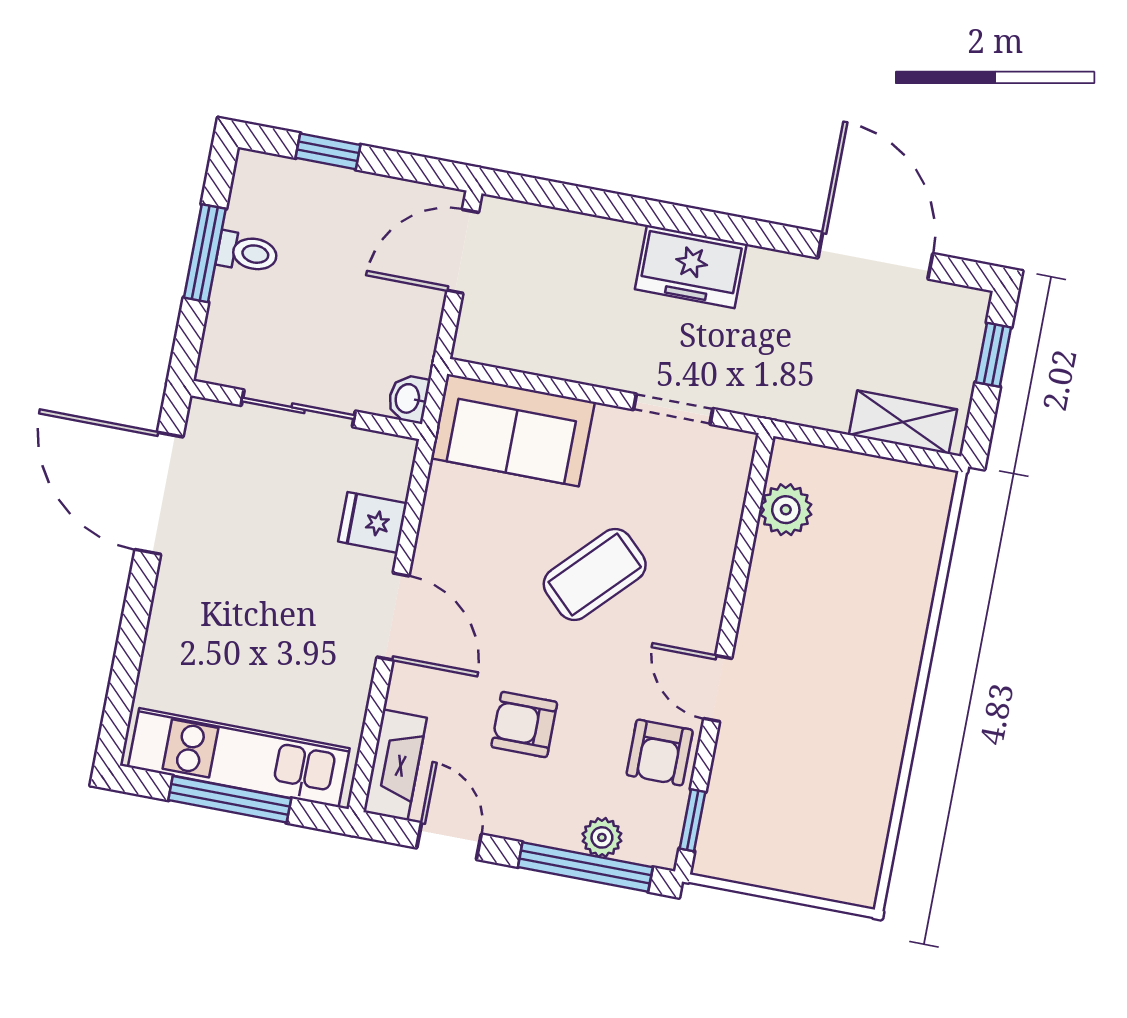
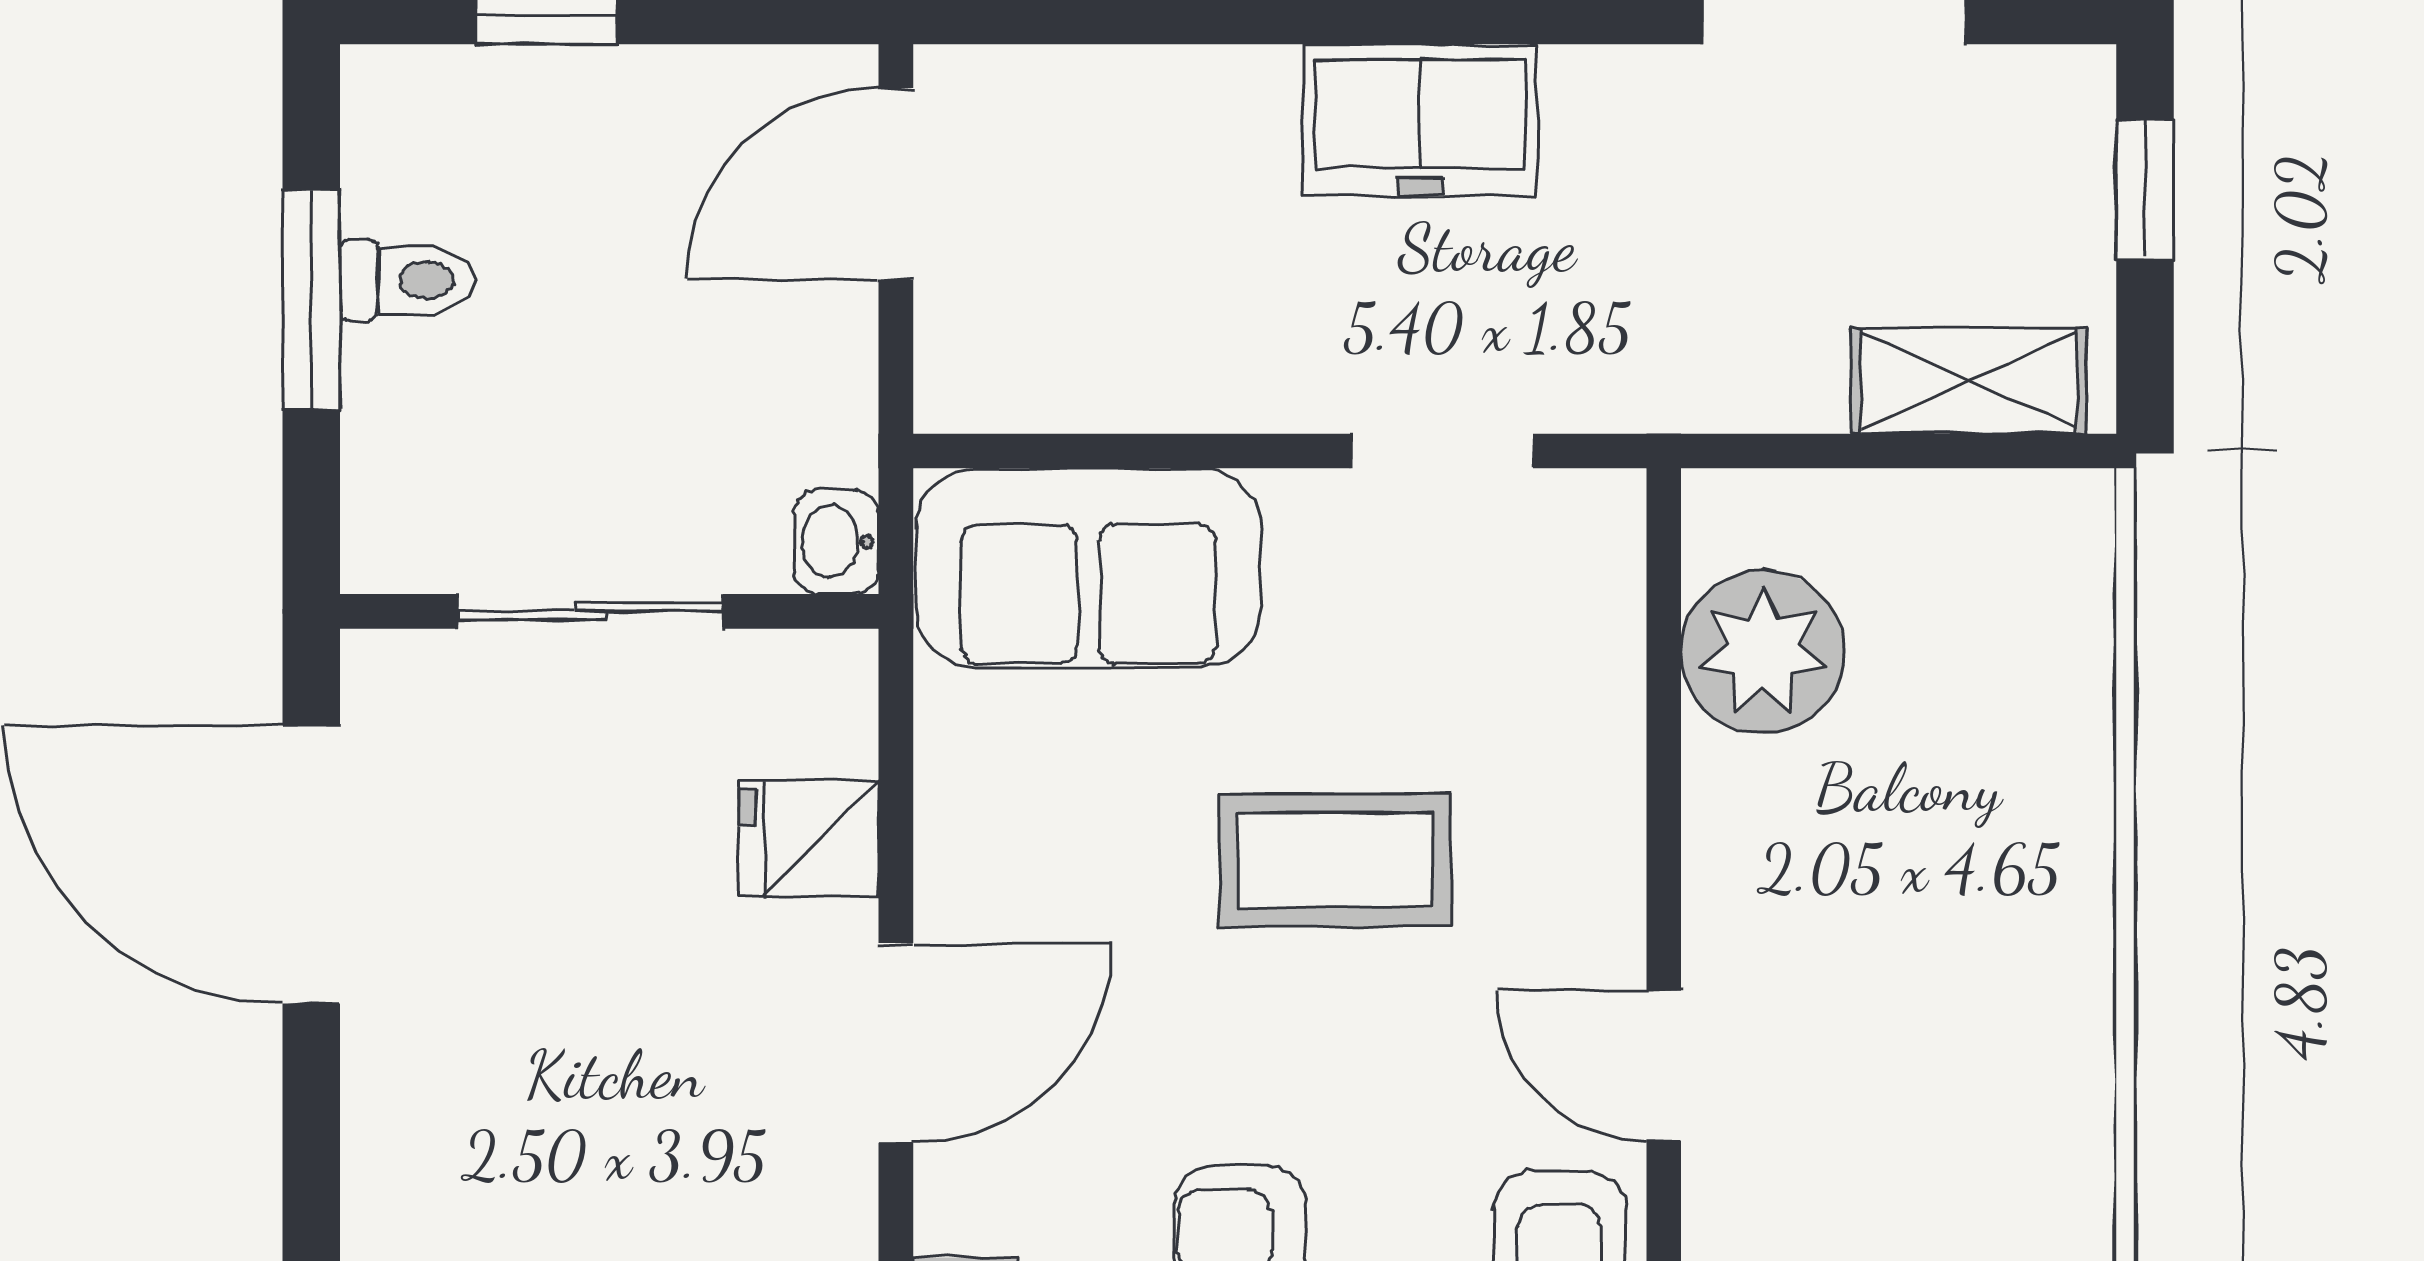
plant: (786, 510) -> (1763, 652), width x1.36, depth x1.36
coffee table: (595, 574) -> (1335, 860), turned 46
door: (393, 617) -> (896, 1043), hinge flipped

